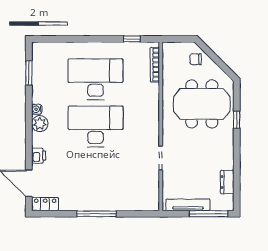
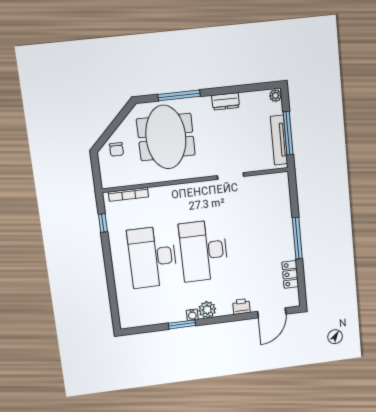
window: (29, 73) -> (182, 324), moved
window: (237, 120) -> (179, 95), width x2.17
dresser: (227, 182) -> (226, 101), moved
locker: (45, 204) -> (290, 274), moved
plant: (228, 205) -> (275, 96), added
window: (209, 214) -> (288, 133), moved

